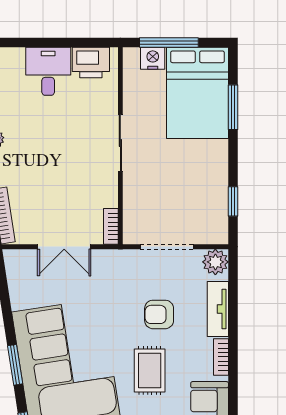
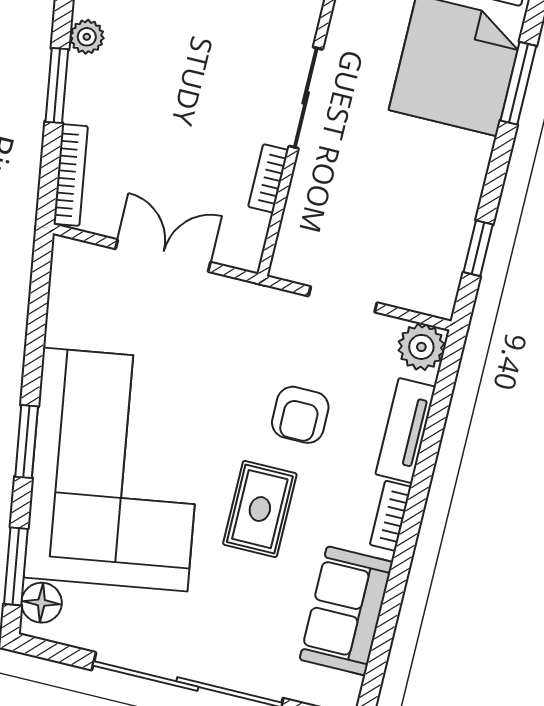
bookcase: (111, 226) -> (268, 178), moved
double door: (64, 247) -> (163, 256), swing flipped
doorway: (167, 247) -> (343, 299), width x0.73
armchair: (159, 314) -> (300, 415), turned -90

